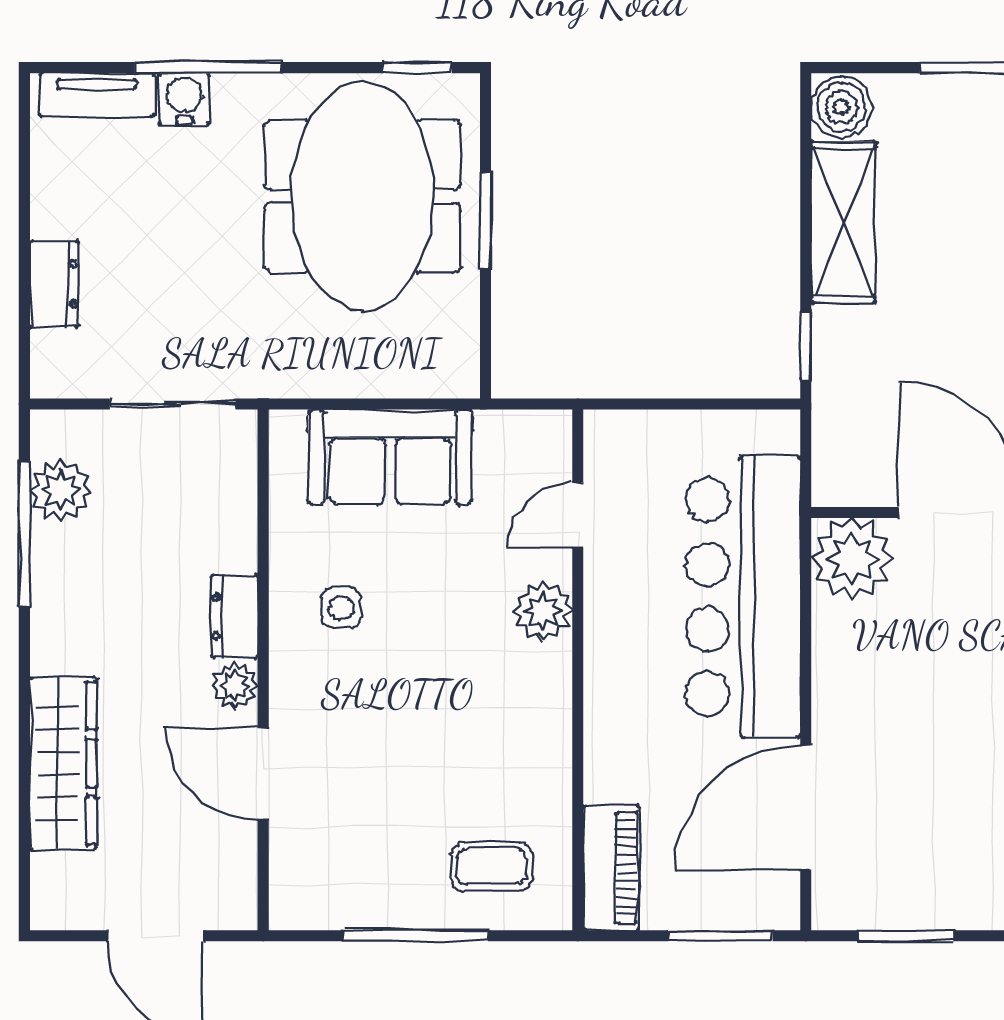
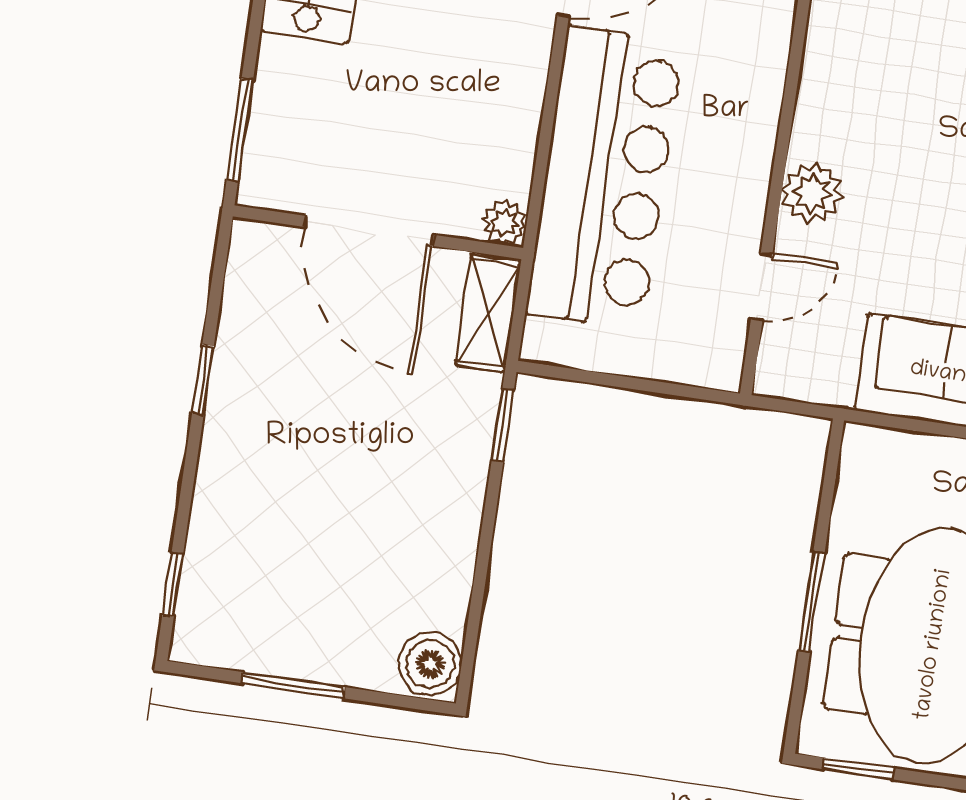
shelving: (843, 222) -> (488, 313), moved, width x0.67, depth x0.75
plant: (852, 559) -> (504, 222), width x0.53, depth x0.53

